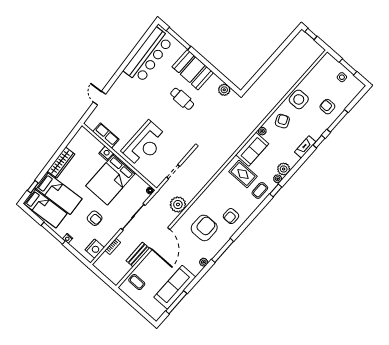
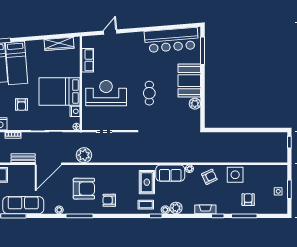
plant: (224, 90) -> (195, 104), moved
cafe table: (182, 99) -> (149, 93), moved
reception desk: (145, 144) -> (106, 93), turned 180
nightstand: (106, 153) -> (75, 111), moved
wardrobe: (61, 163) -> (59, 44), moved

